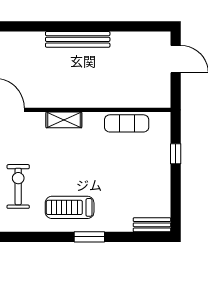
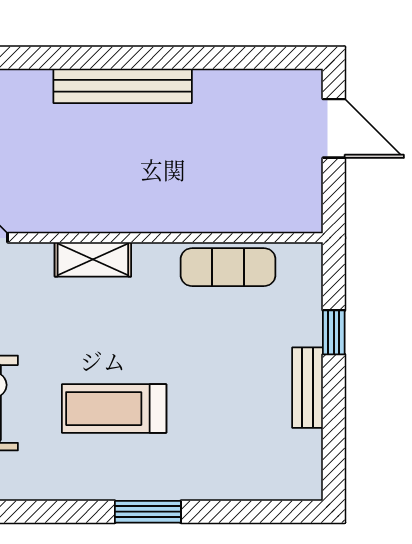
treadmill: (70, 207) -> (114, 409), moved
bench: (152, 225) -> (308, 388), moved, turned 90

